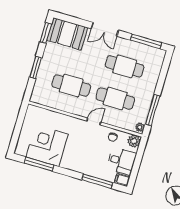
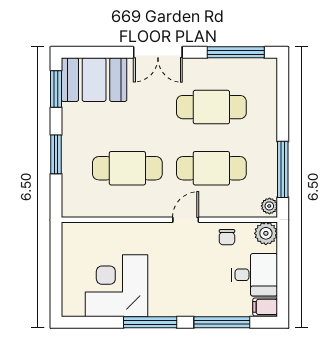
window: (39, 164) -> (150, 322), moved

